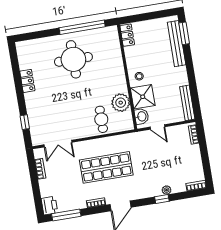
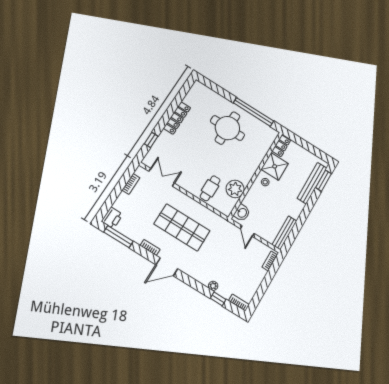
locker: (27, 81) -> (177, 118), width x1.53
shower: (143, 97) -> (275, 166), moved
double door: (58, 144) -> (162, 177), swing flipped
window: (162, 199) -> (218, 299), moved

